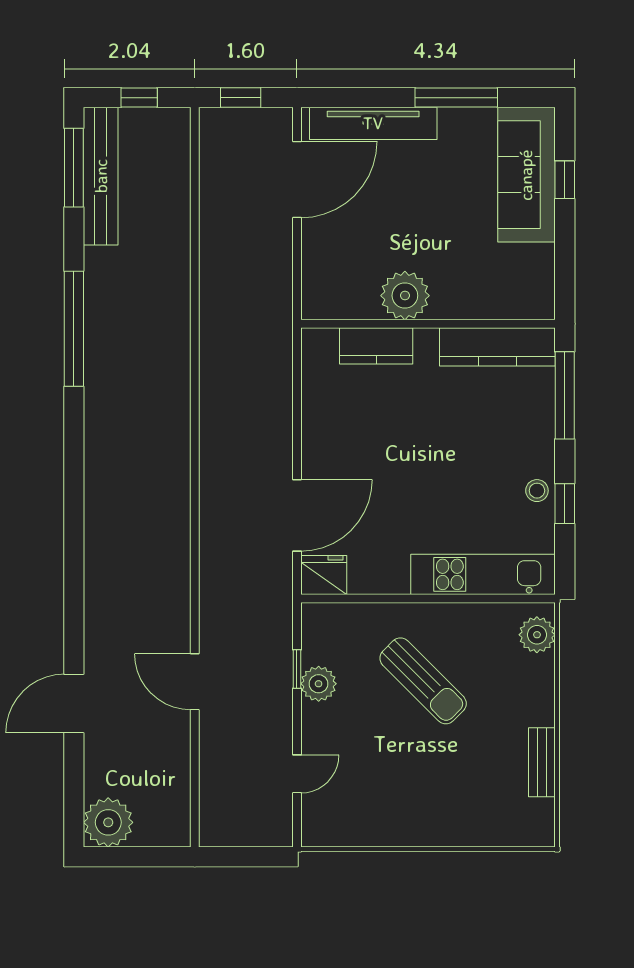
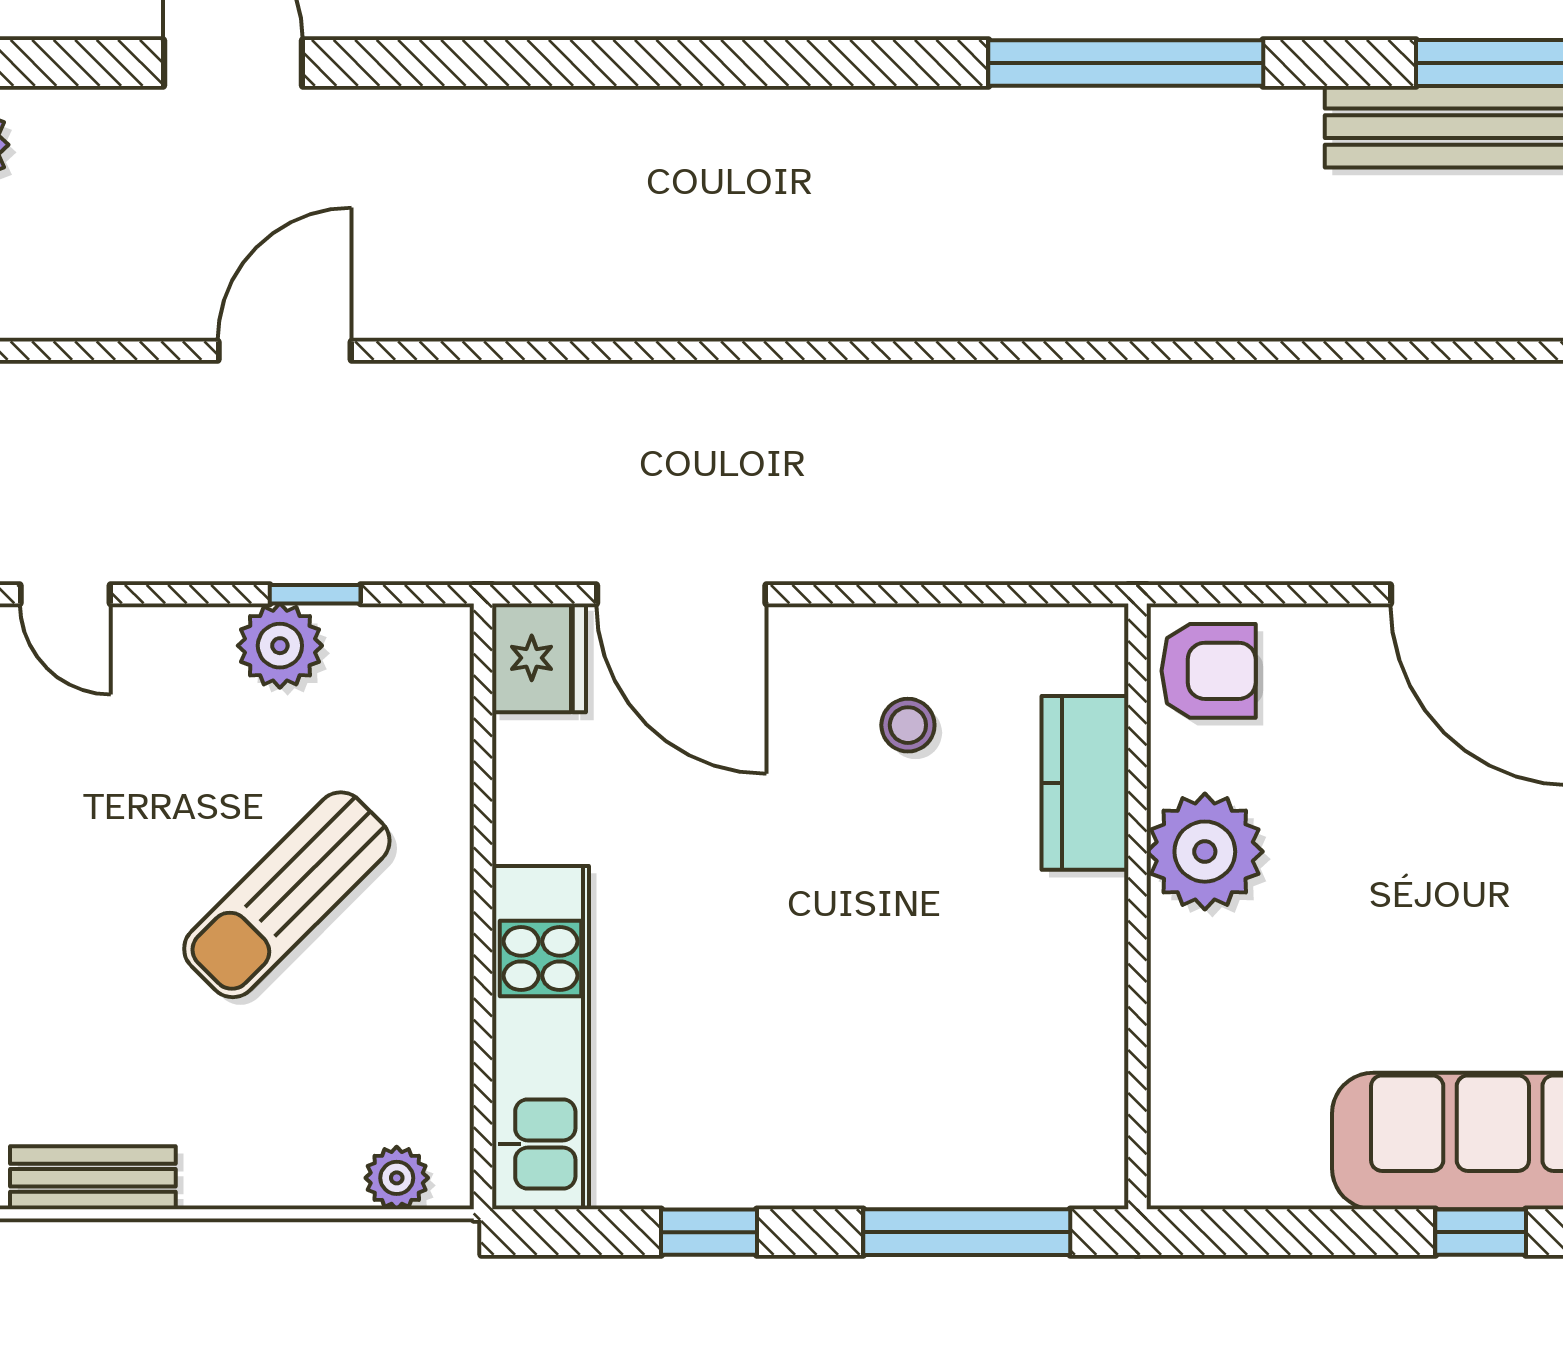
armchair: (329, 294) -> (1209, 671), added
kitchen counter: (497, 347) -> (1083, 1072), removed
stool: (537, 491) -> (908, 725), moved
plant: (537, 635) -> (397, 1178), width x0.73, depth x0.73

